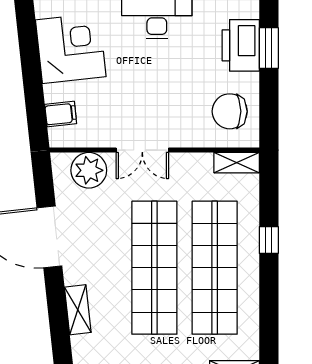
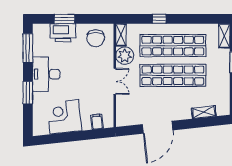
plant: (89, 170) -> (125, 56), moved
shelving: (78, 310) -> (204, 112), moved

